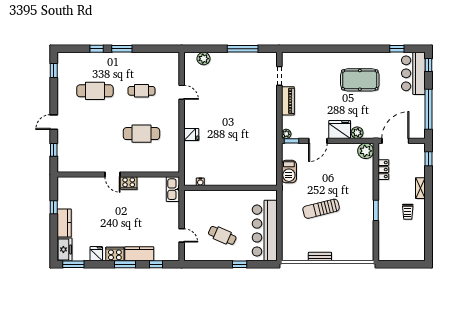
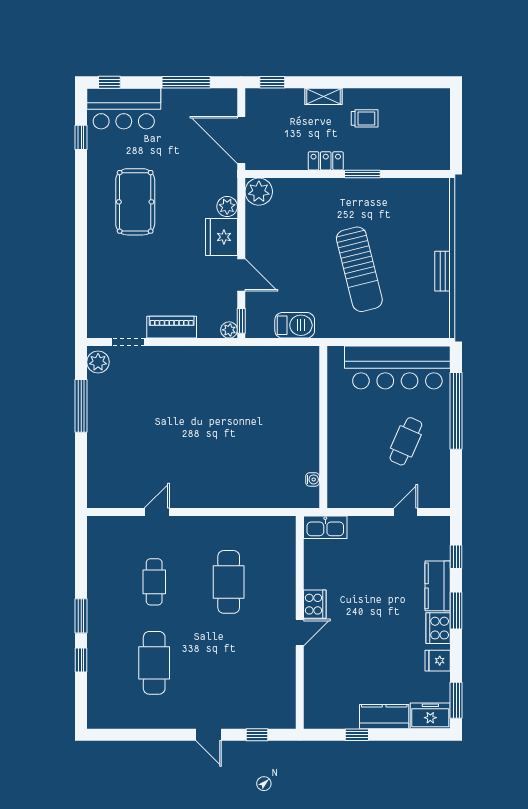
plant: (204, 59) -> (98, 362), moved
window: (54, 71) -> (119, 735), removed
window: (429, 109) -> (186, 82), width x0.68
fridge: (191, 135) -> (230, 495), removed
locker: (383, 170) -> (326, 161), moved
sun lounger: (321, 209) -> (359, 269), width x1.36, depth x1.34
window: (240, 264) -> (456, 411), width x3.17

